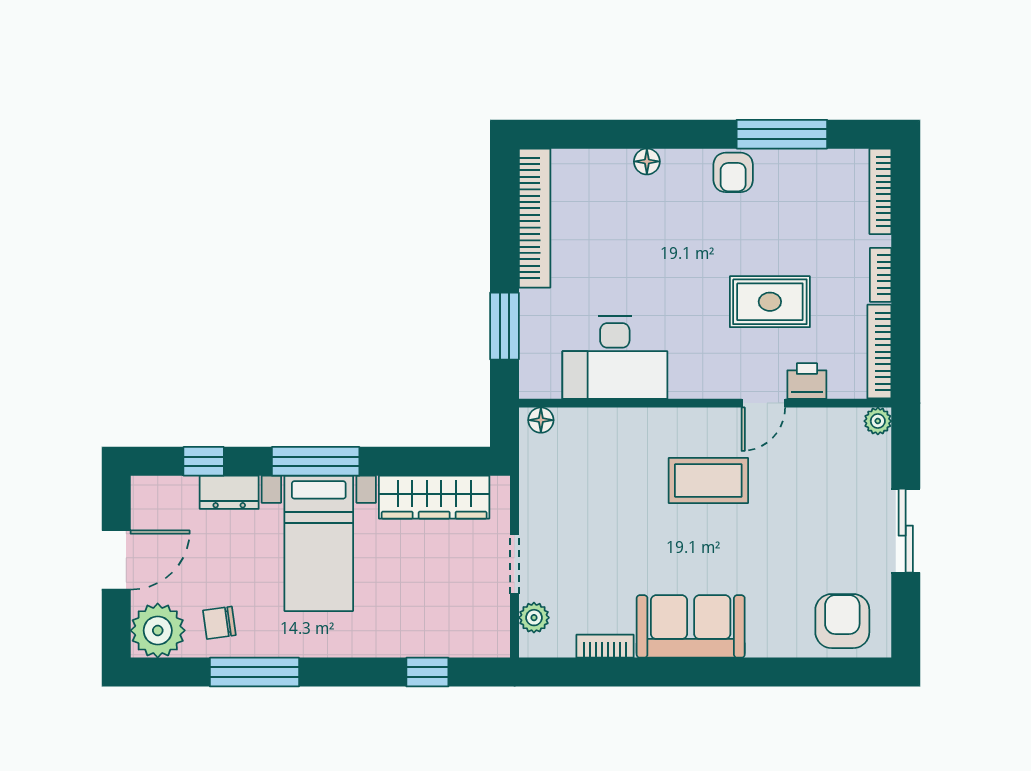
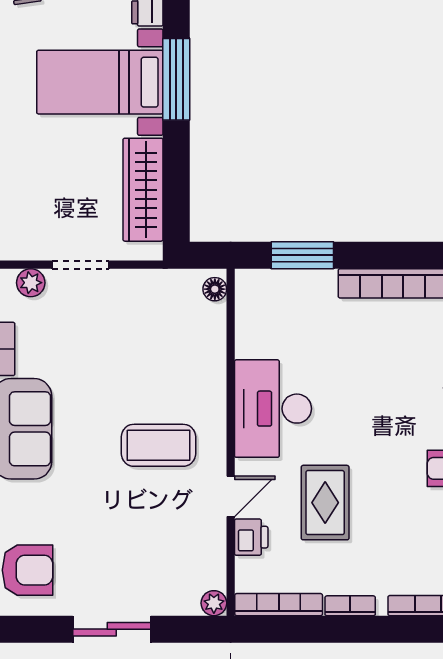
desk: (615, 358) -> (273, 409), moved
door: (763, 403) -> (231, 496), swing flipped
coffee table: (708, 480) -> (158, 445), turned 90

